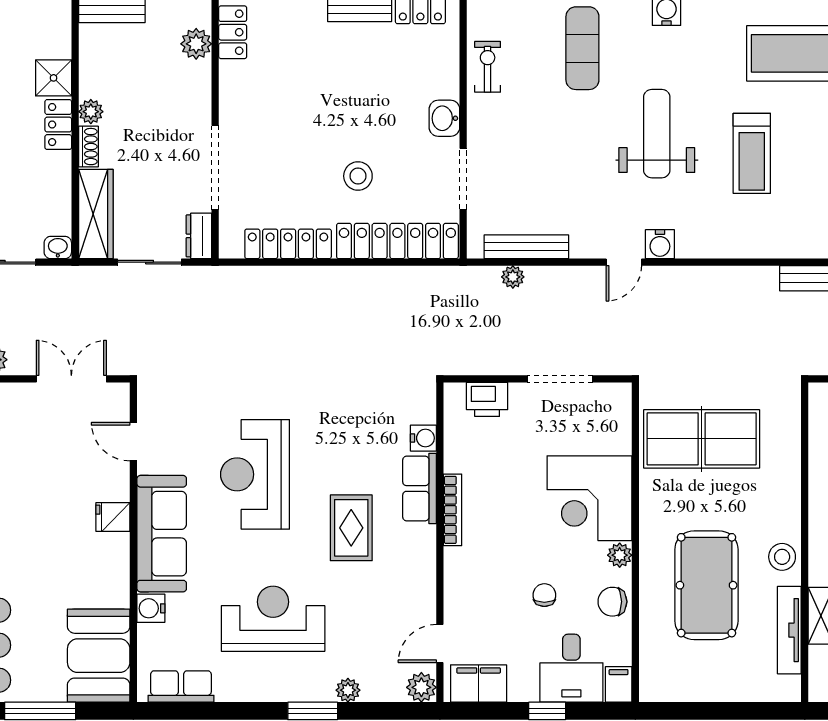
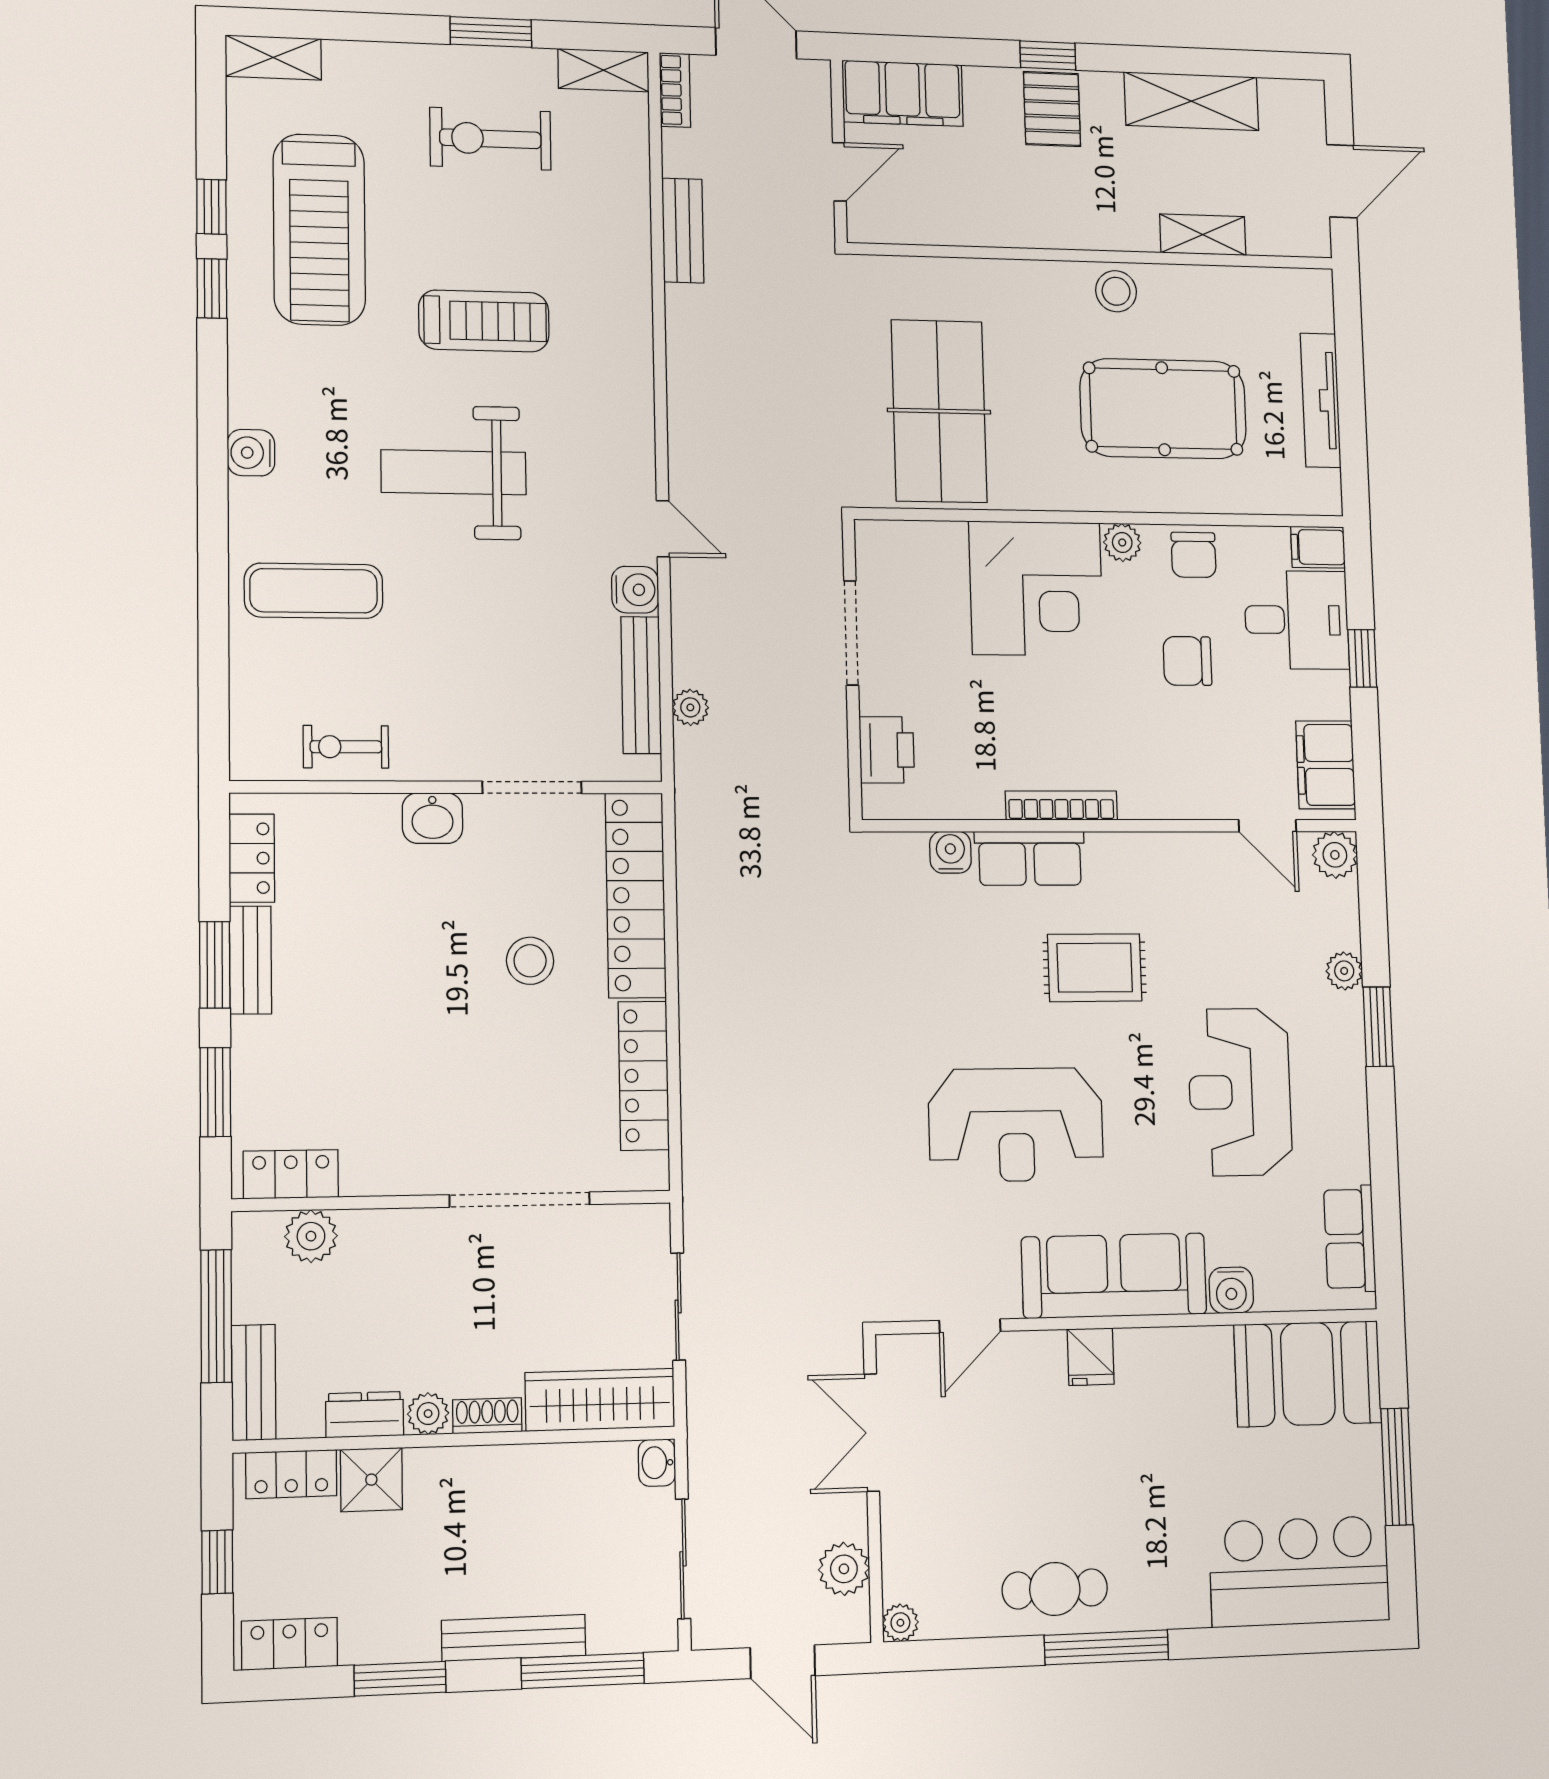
locker: (58, 125) -> (291, 1474), moved
dresser: (199, 236) -> (365, 1415), moved, turned 180
water cooler: (660, 244) -> (635, 590), moved
chair: (544, 595) -> (1187, 661), width x1.37, depth x1.37
tv unit: (789, 630) -> (1321, 400), moved, turned 90

